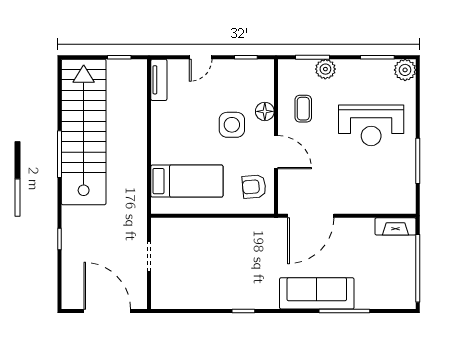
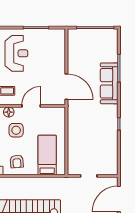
armchair: (254, 187) -> (17, 162), moved
fireplace: (396, 226) -> (72, 40), removed

